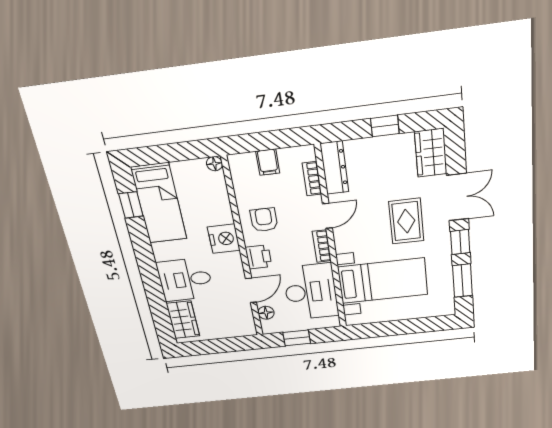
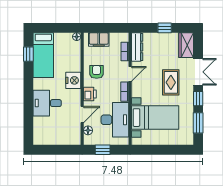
filing cabinet: (268, 162) -> (99, 39), width x2.00
wardrobe: (183, 320) -> (40, 129), removed

